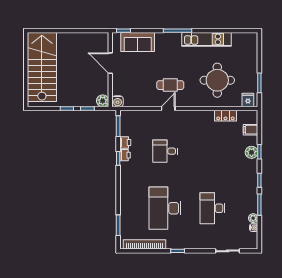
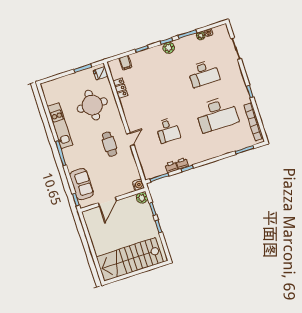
door: (168, 109) -> (130, 139), swing flipped
plant: (252, 152) -> (169, 48), moved

